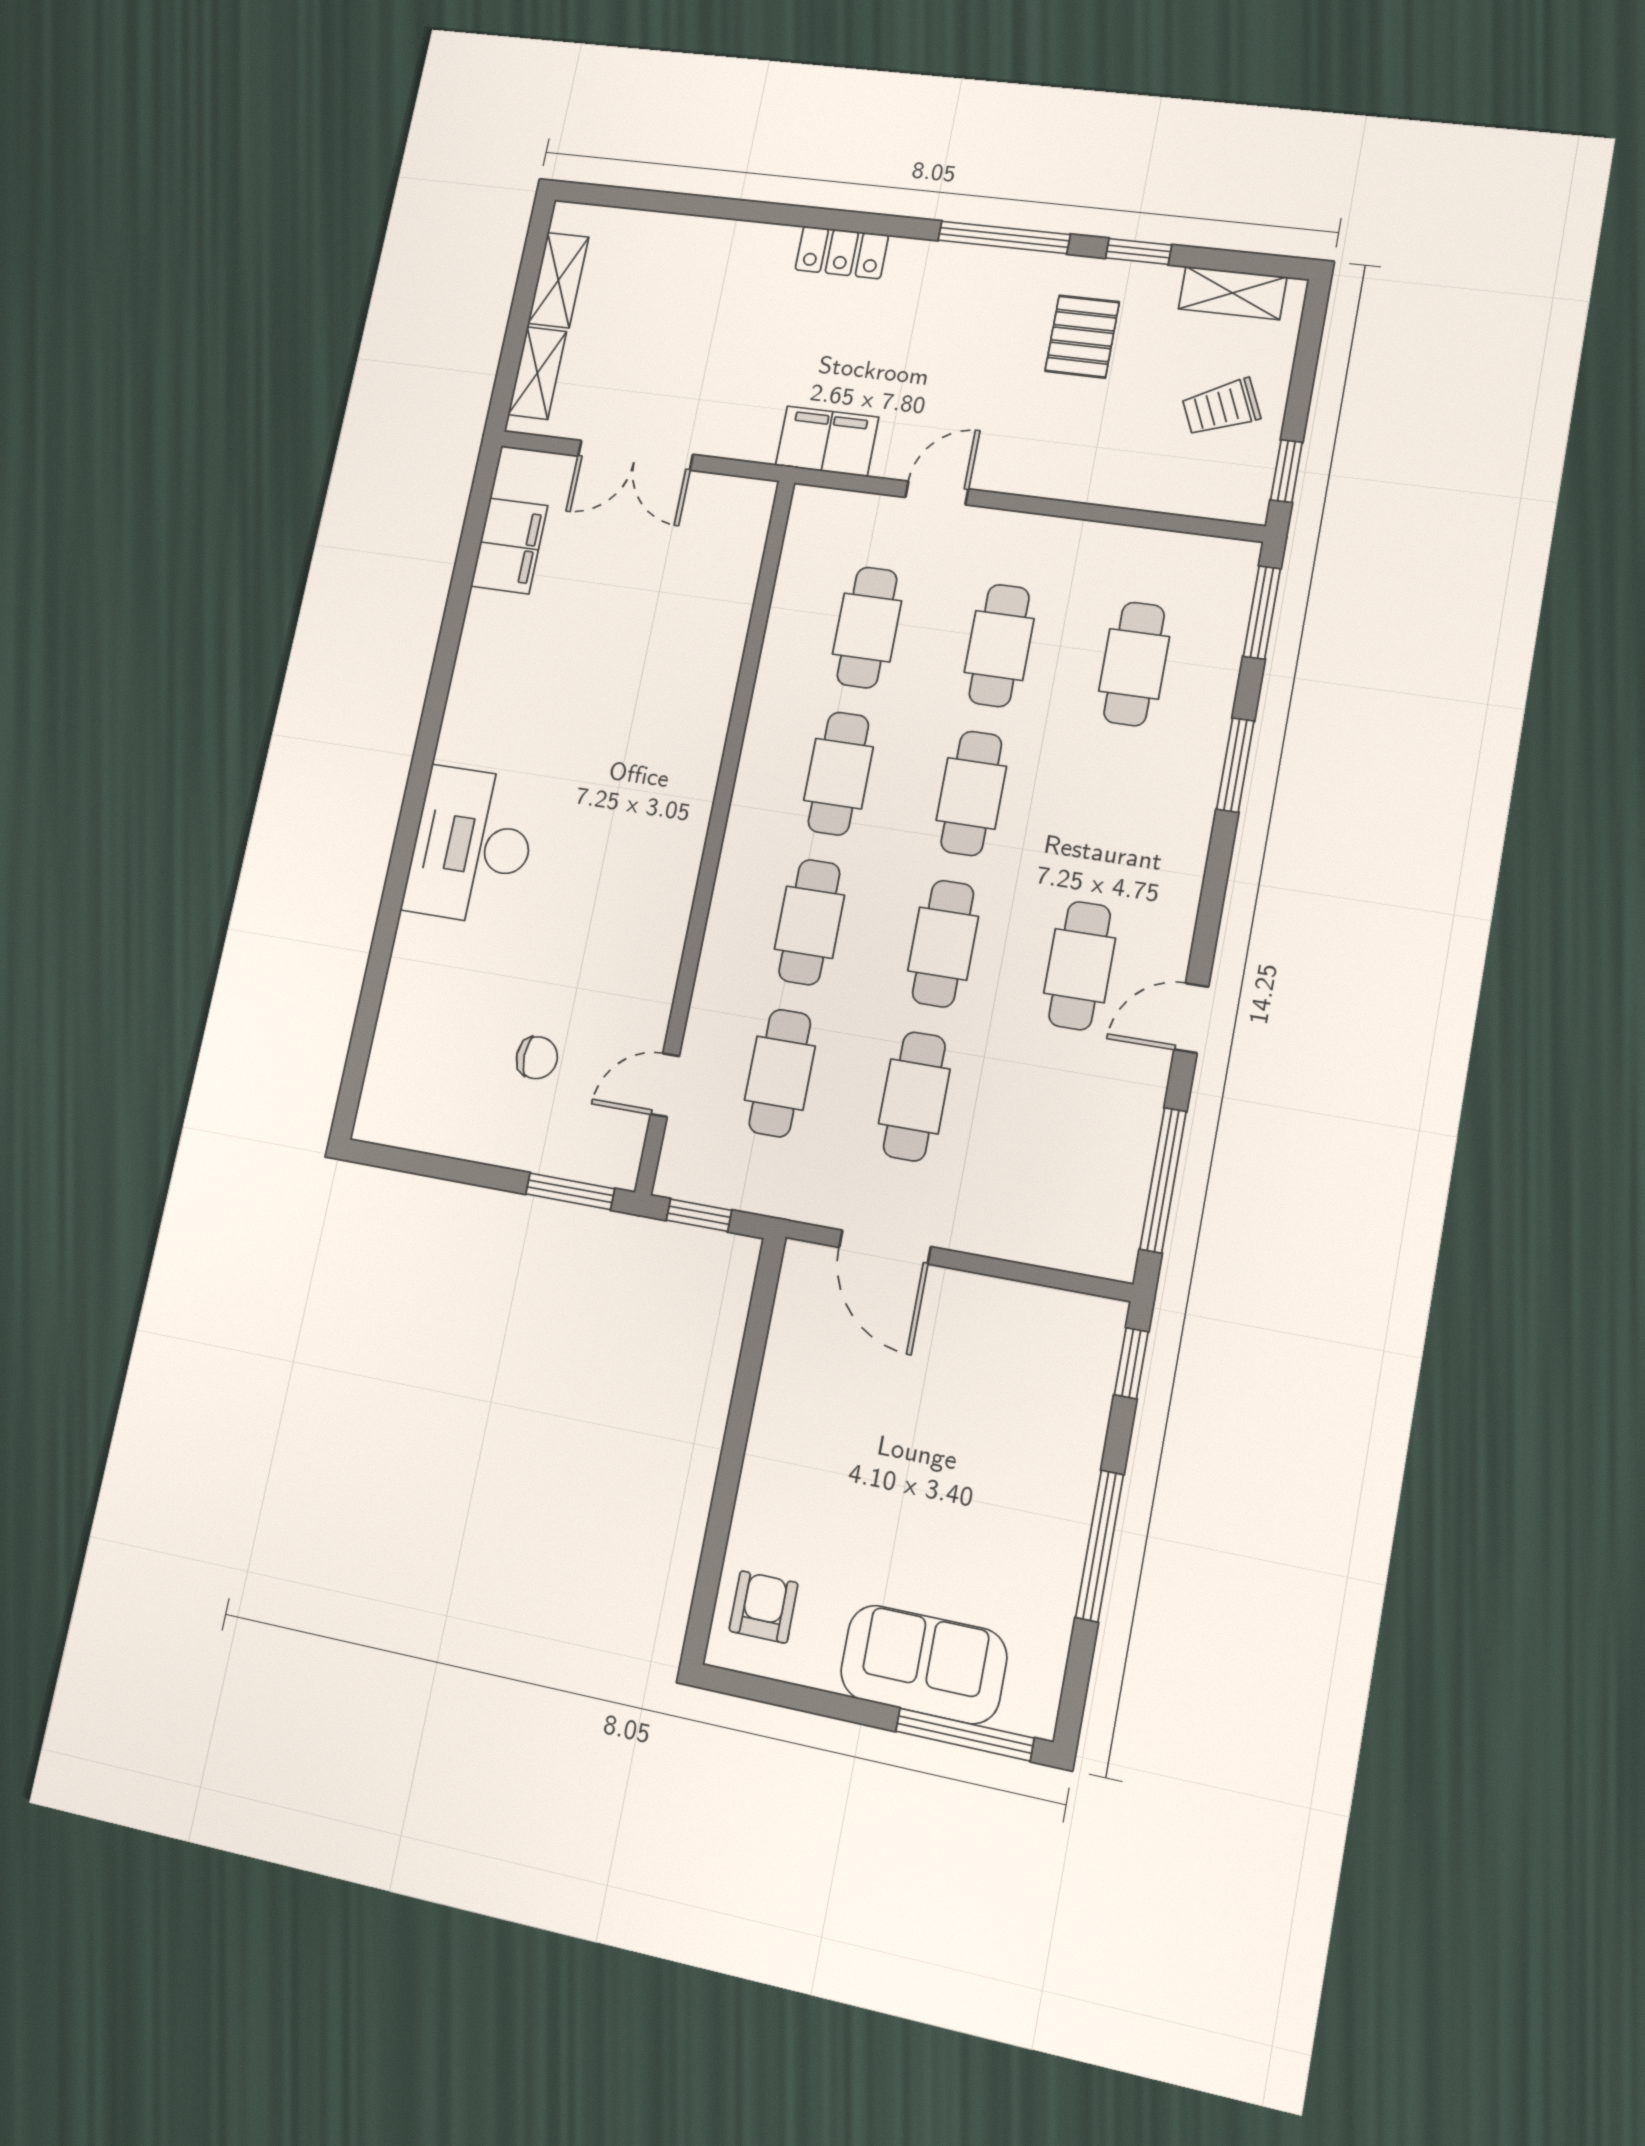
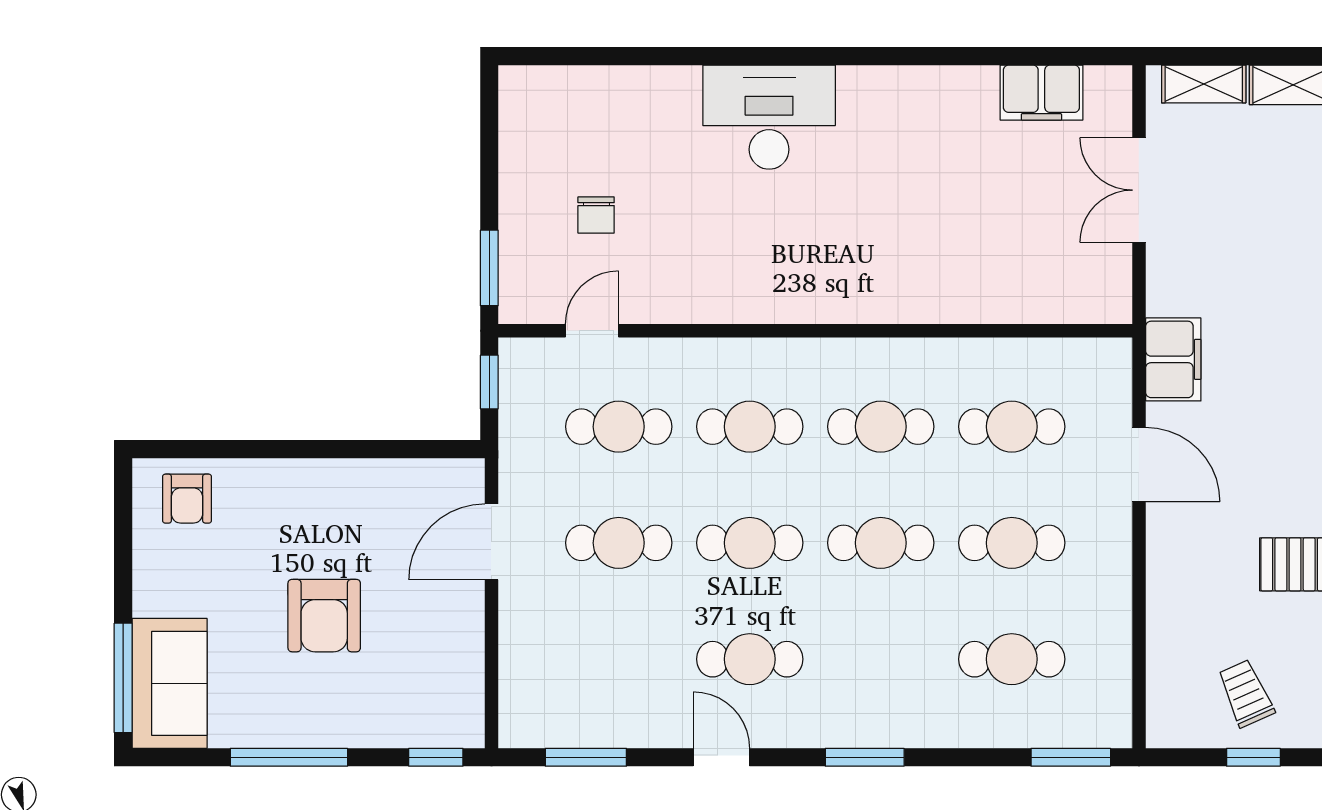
window: (1286, 471) -> (1253, 757), moved
door: (937, 493) -> (1139, 464), width x1.38
window: (1235, 765) -> (865, 757), moved
door: (665, 1085) -> (592, 331), hinge flipped
window: (1163, 1180) -> (586, 757), width x0.69
armchair: (935, 1467) -> (324, 616), added
armchair: (764, 1607) -> (187, 499), turned 90
sofa: (924, 1664) -> (170, 683), moved

